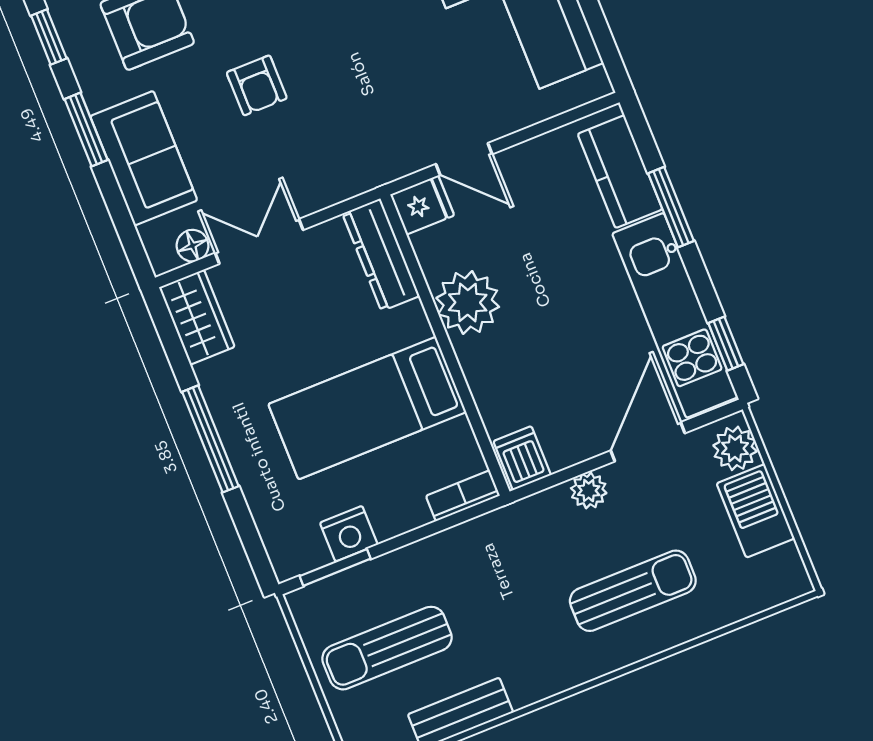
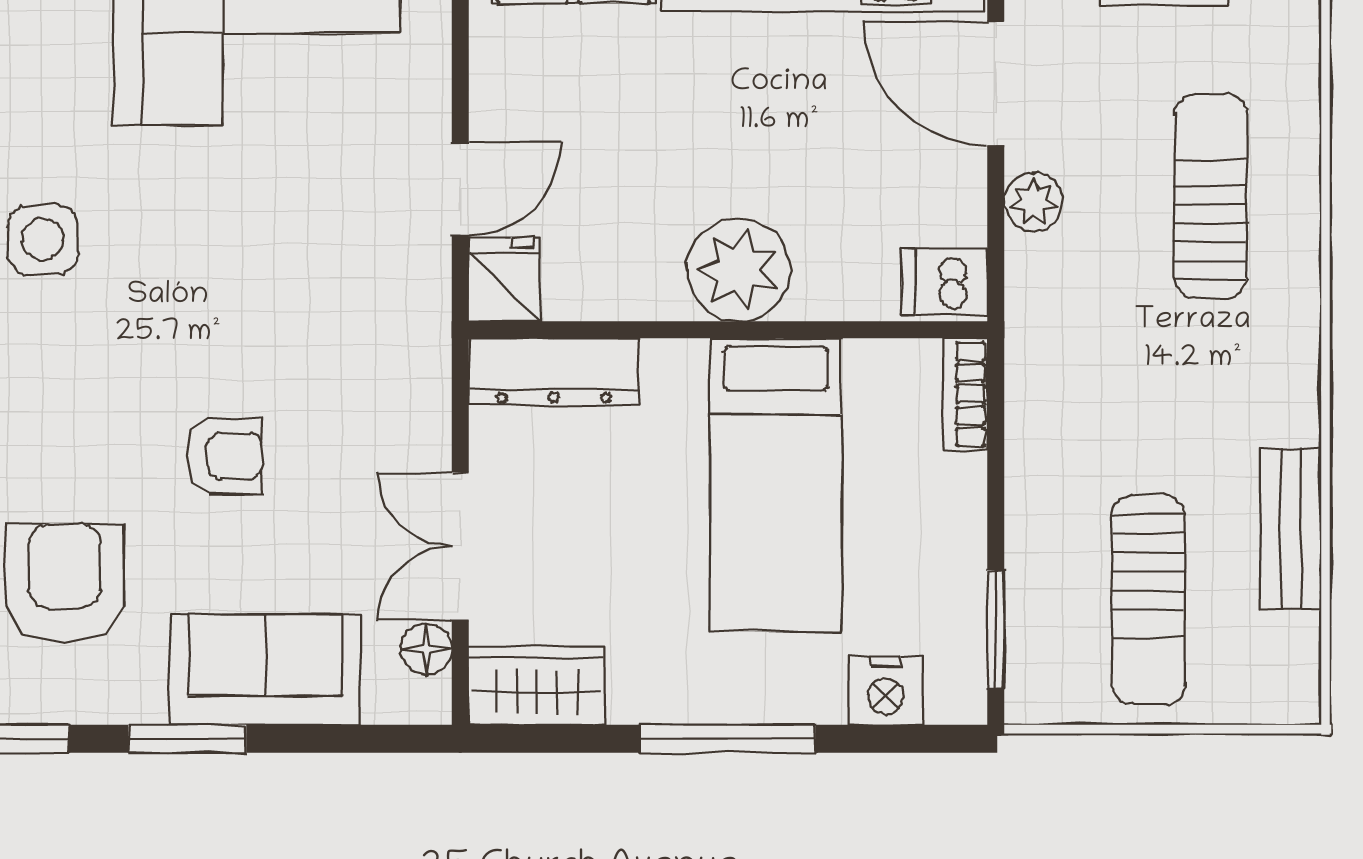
plant: (468, 302) -> (738, 270), moved
nightstand: (349, 534) -> (886, 691), moved, turned 90

